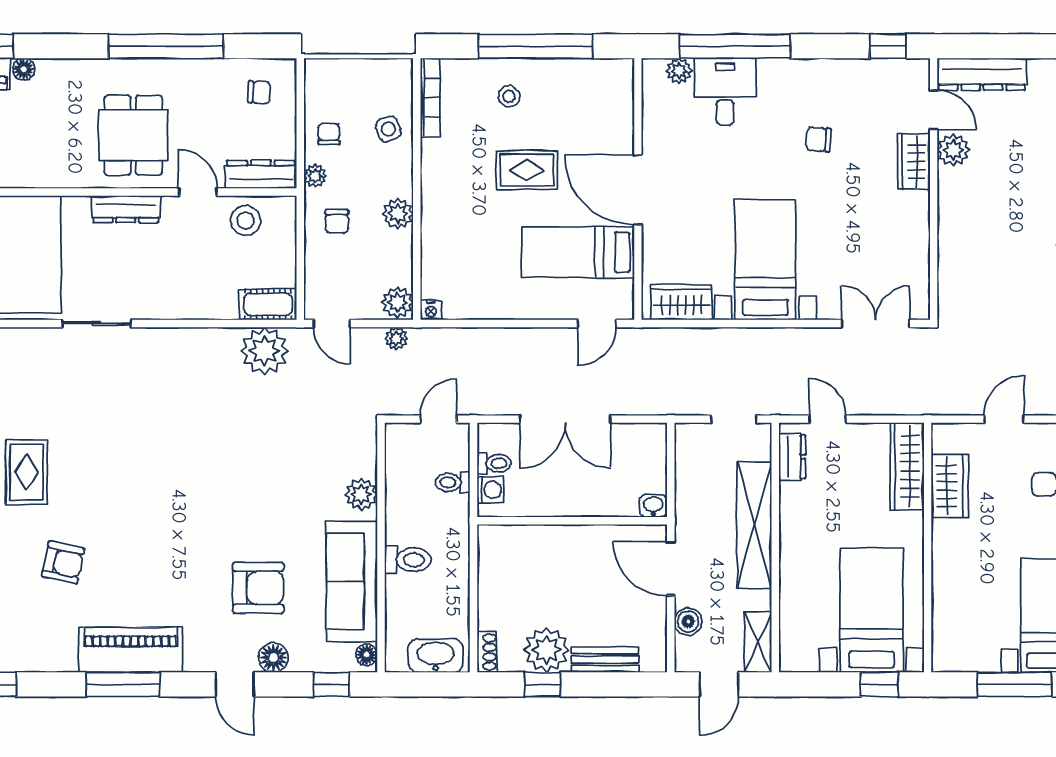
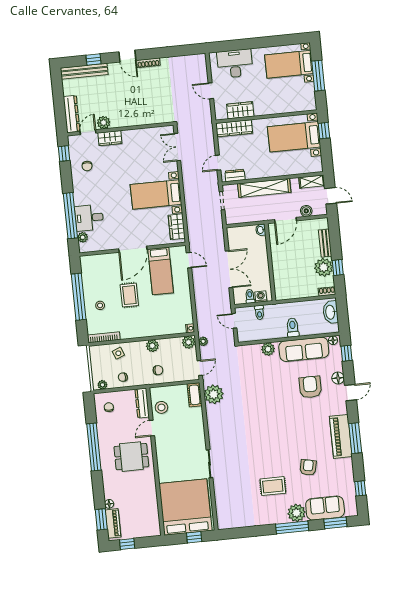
chair: (819, 139) -> (87, 166), moved
plant: (315, 176) -> (102, 385), moved
dresser: (126, 209) -> (162, 457), removed

